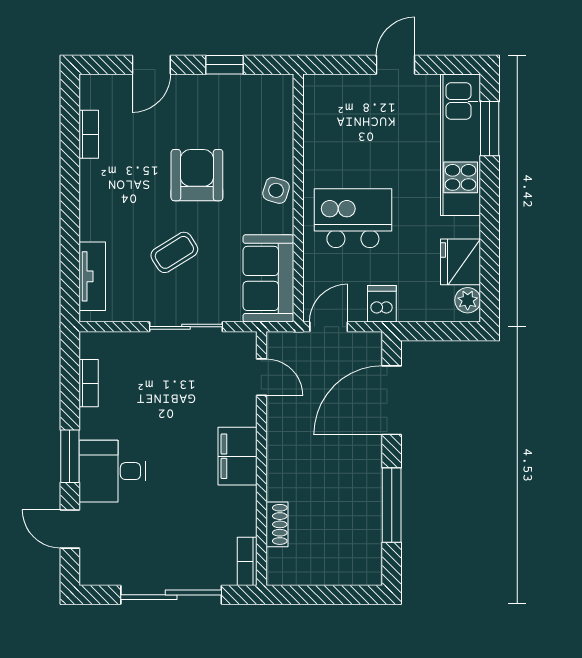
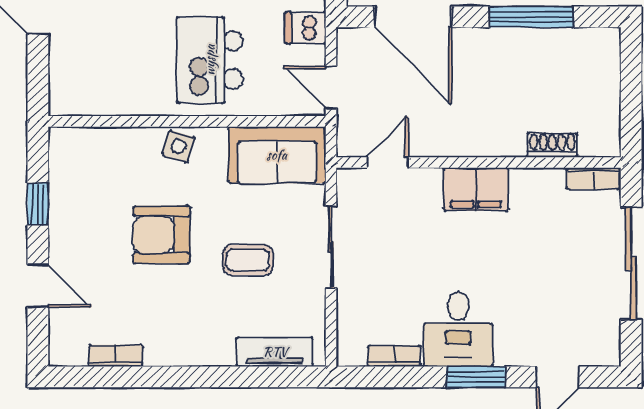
coffee table: (174, 252) -> (248, 260), turned -58
desk: (112, 471) -> (458, 329), moved

